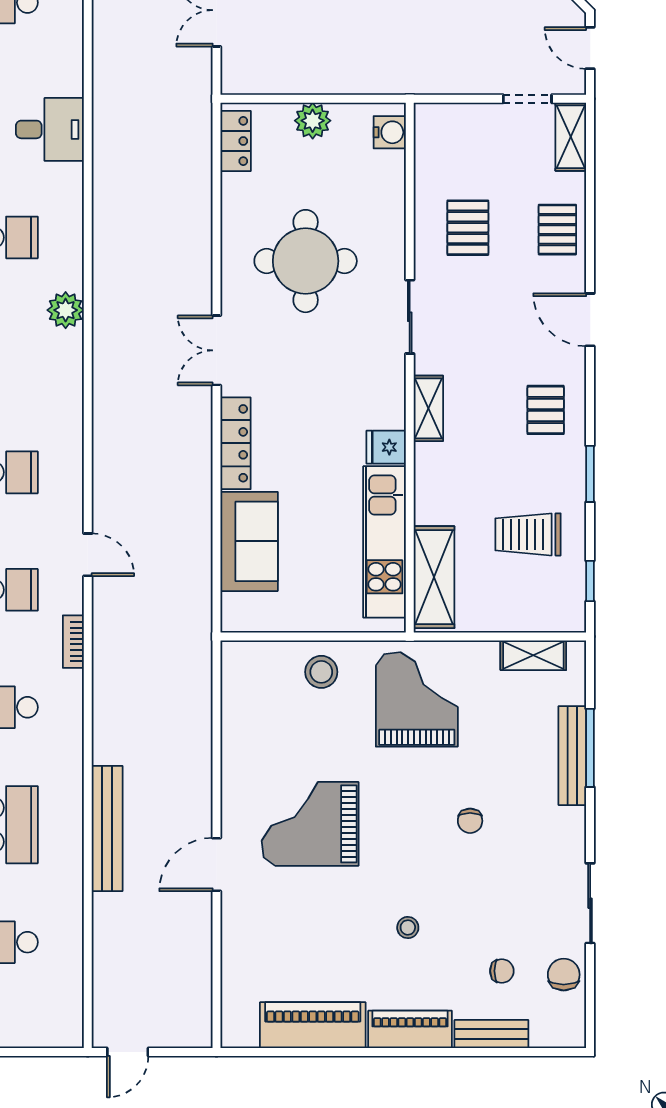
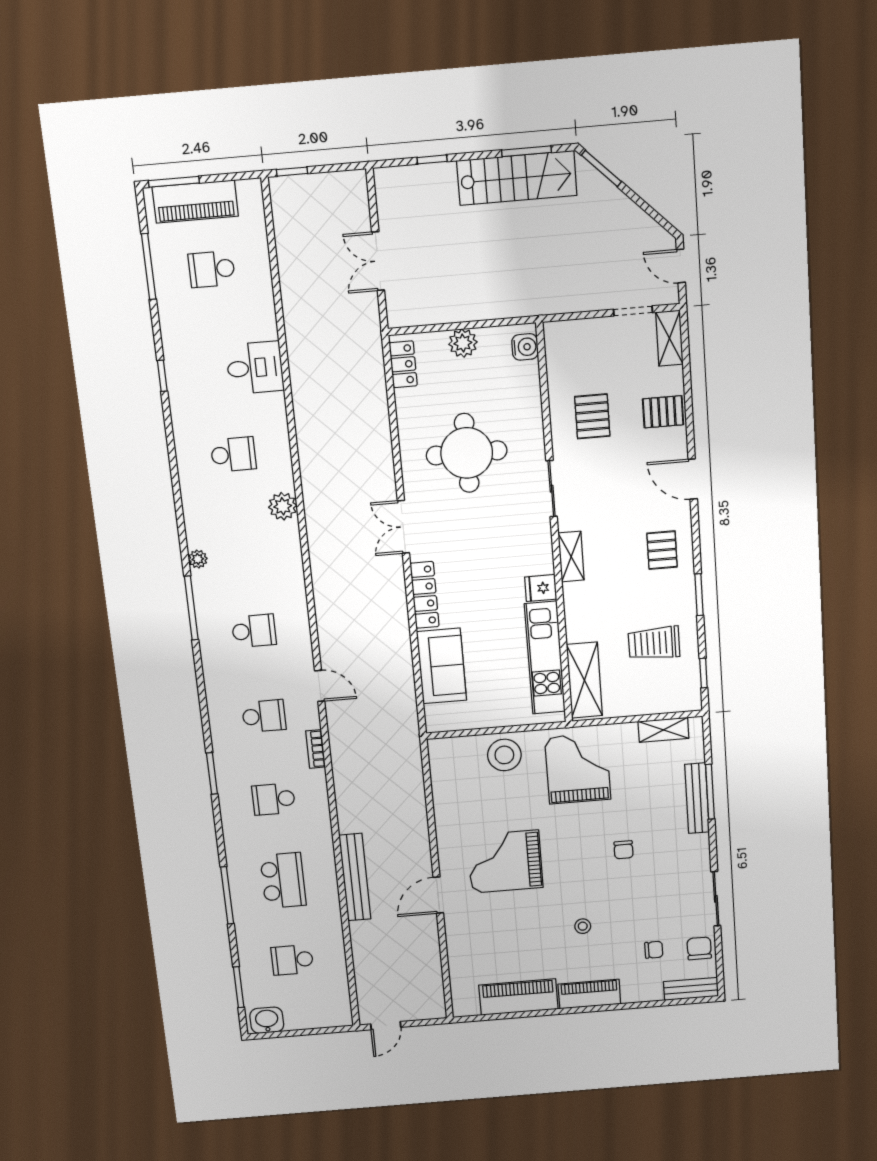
pallet: (557, 230) -> (663, 412), turned 90
stool: (321, 672) -> (504, 755), width x1.38, depth x1.38
bench: (491, 1034) -> (691, 989), moved

